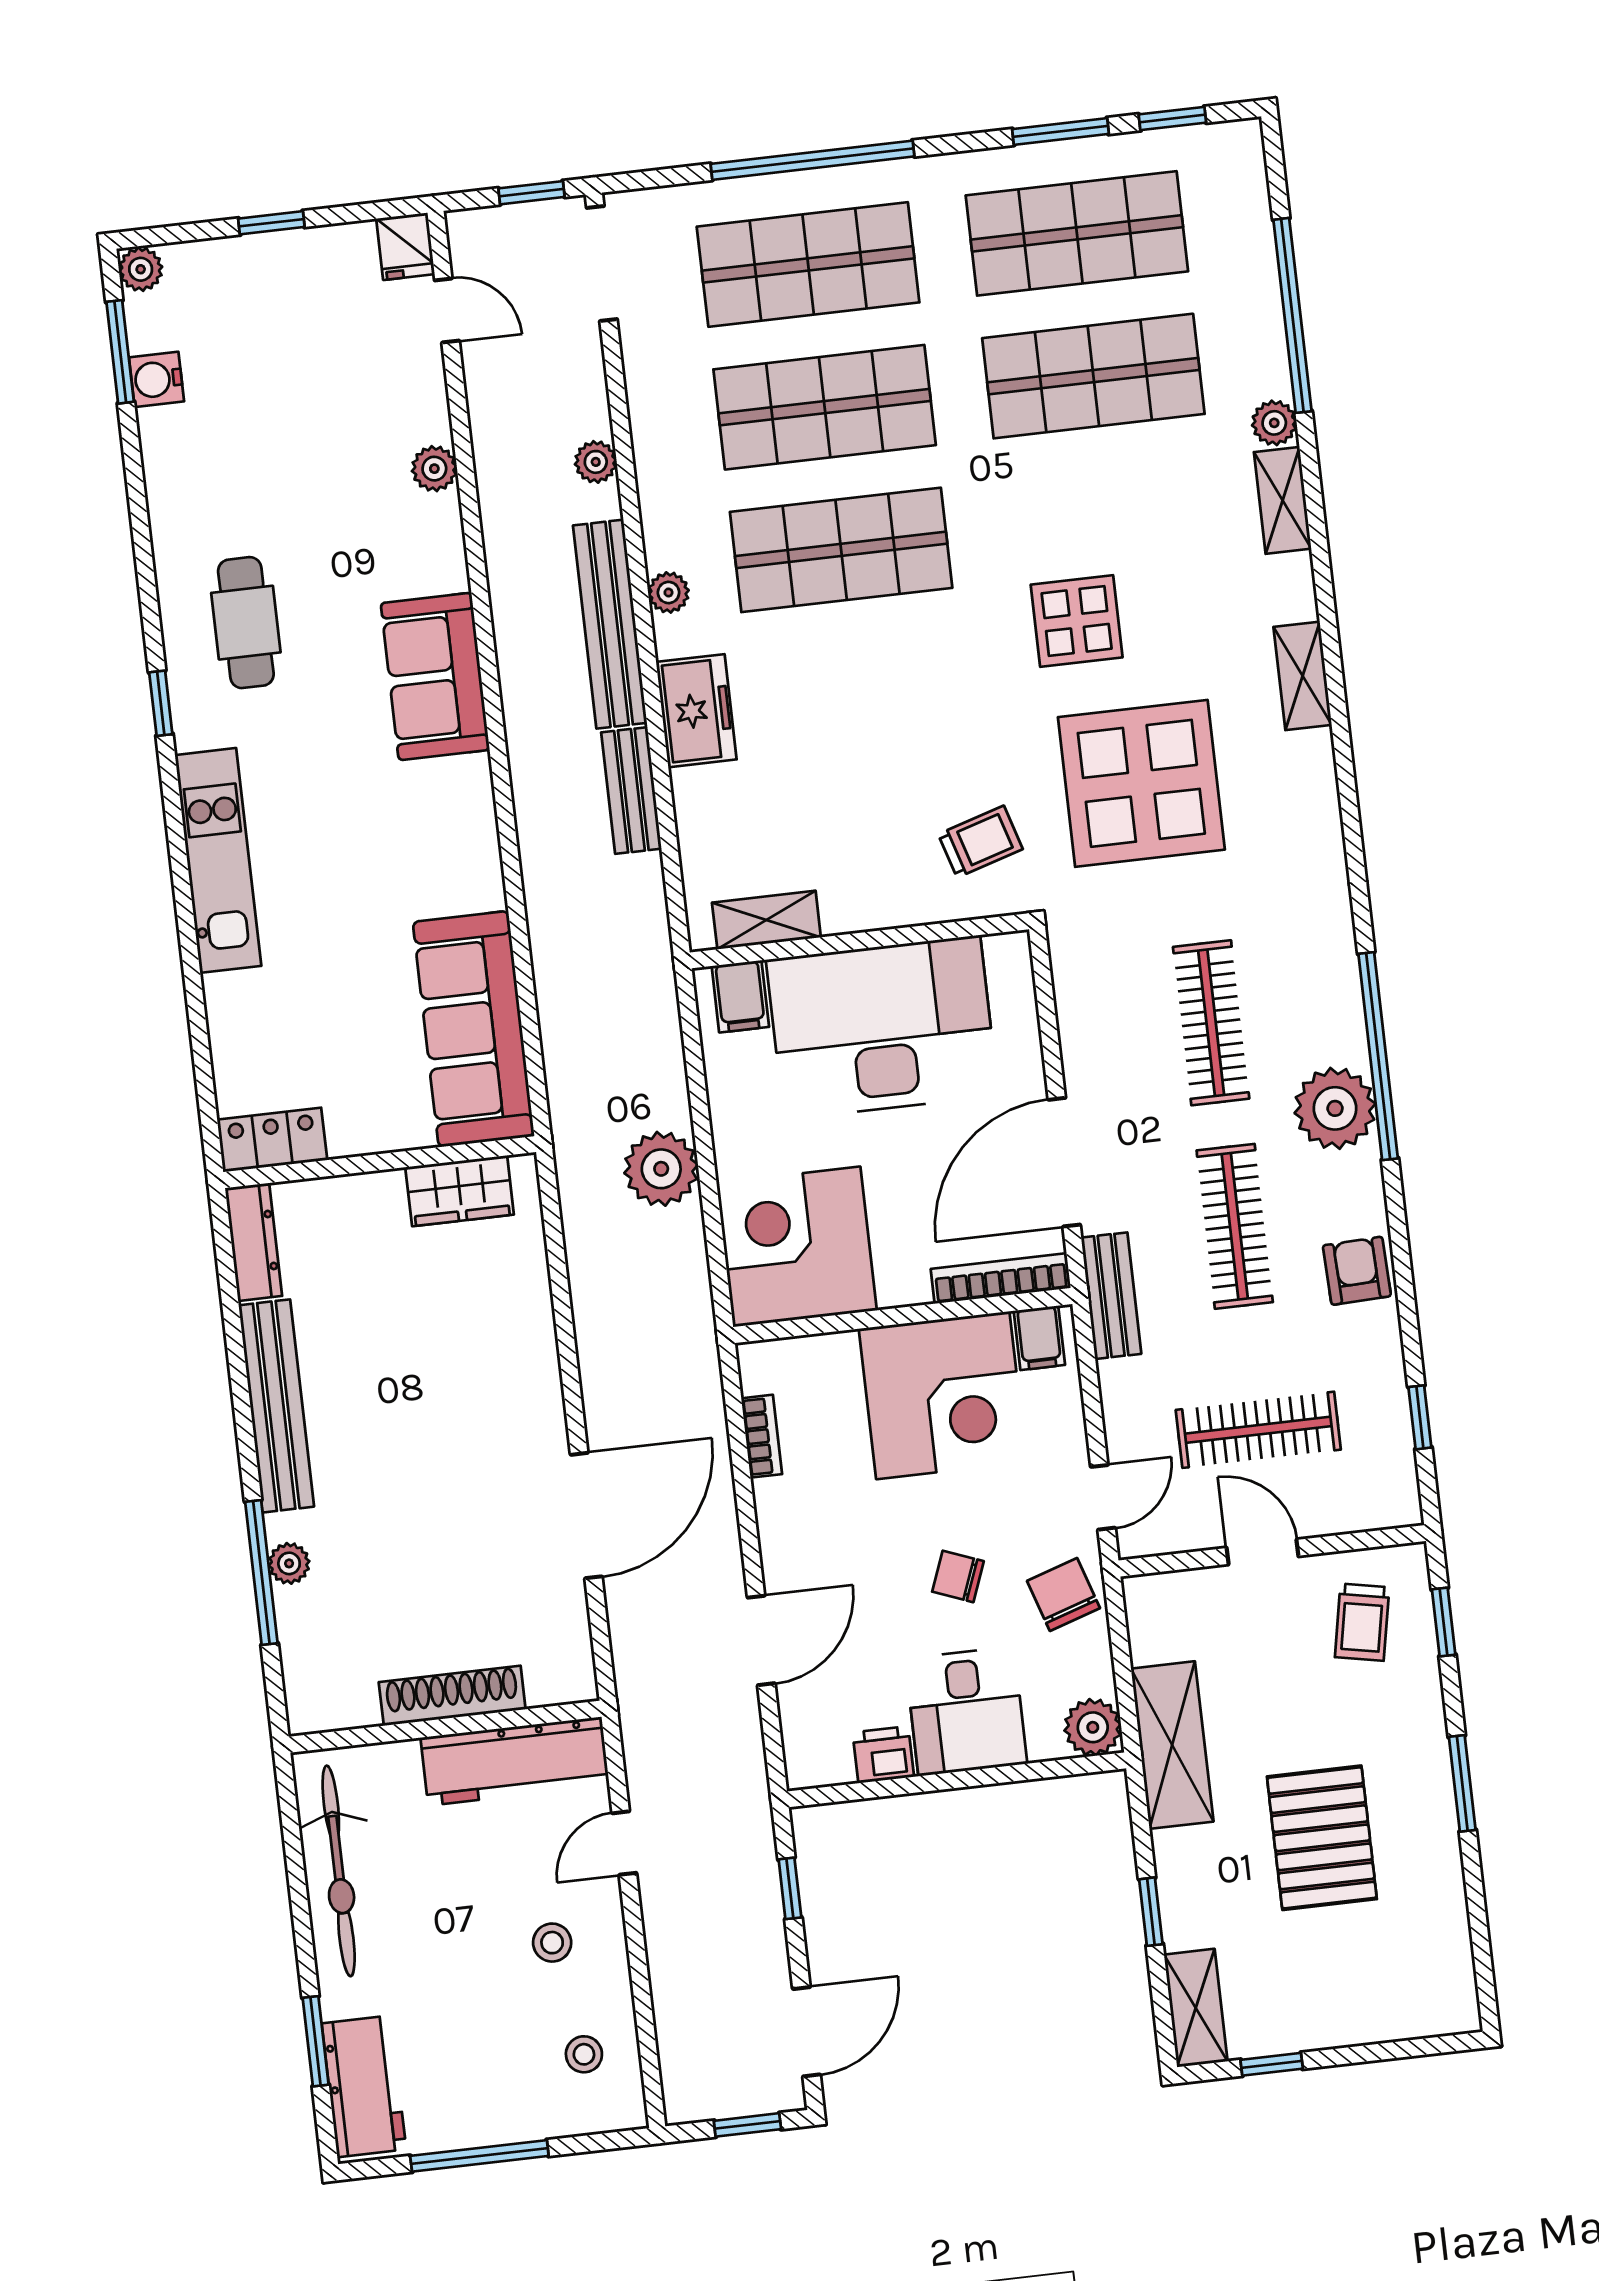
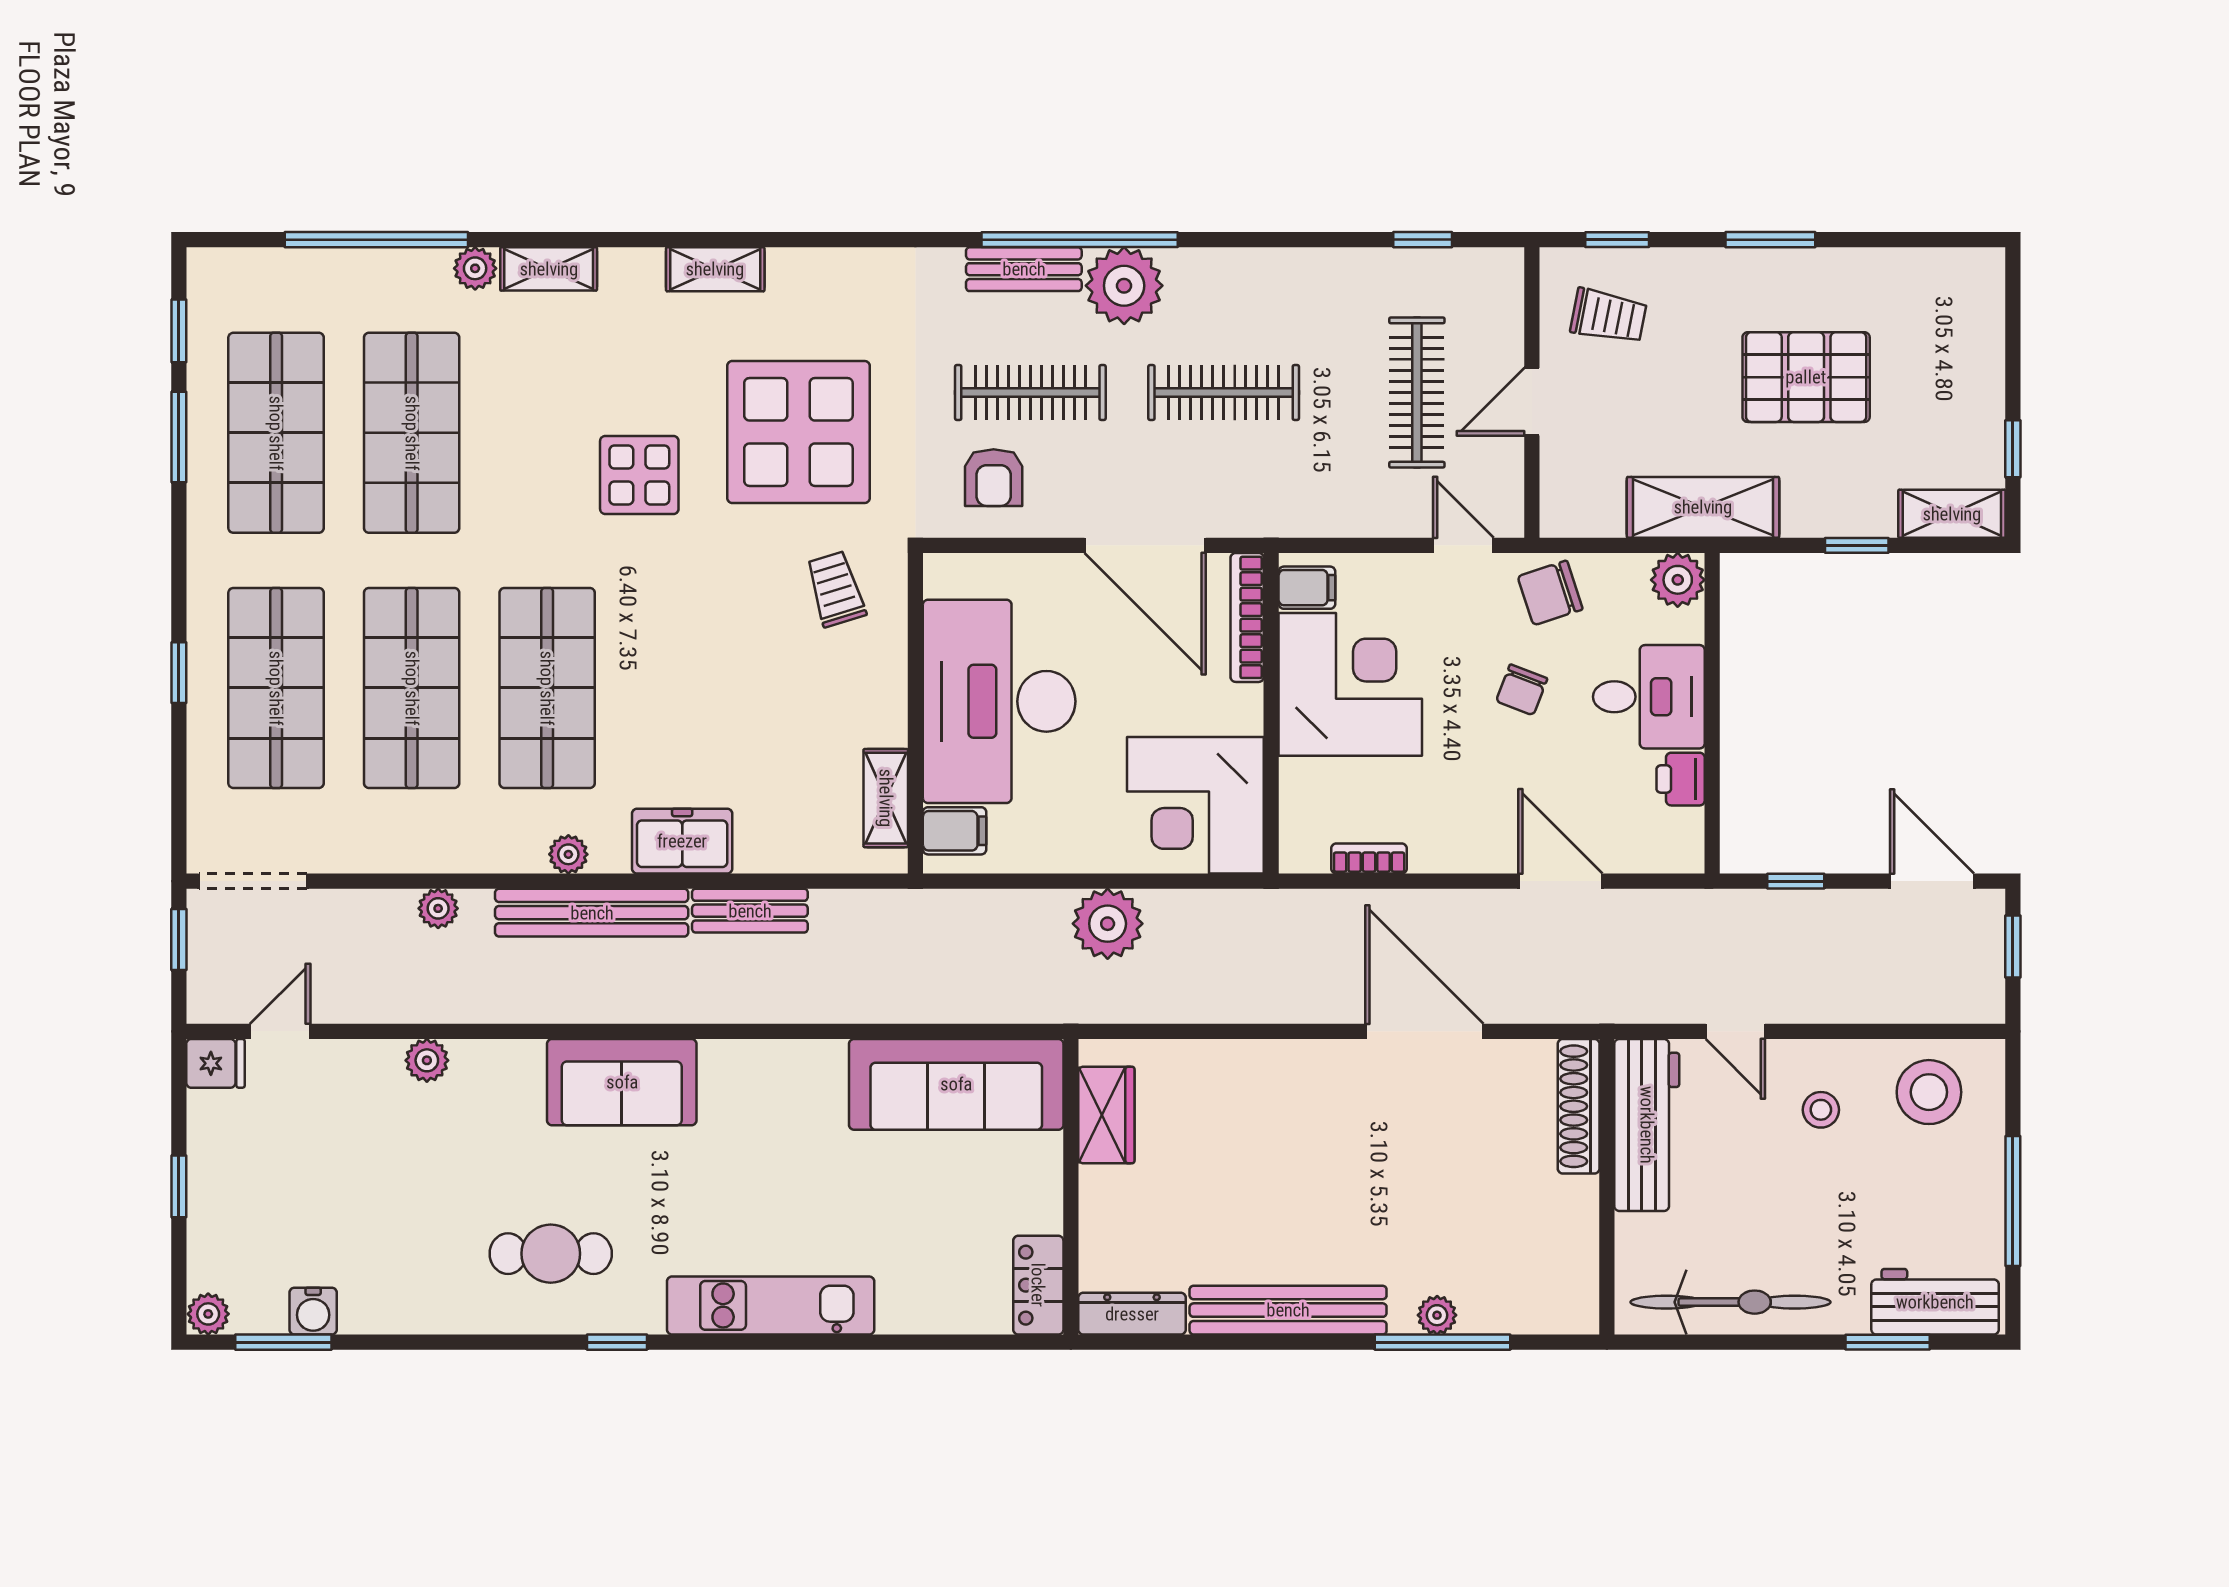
window: (812, 160) -> (179, 673), width x0.32
armchair: (1357, 1271) -> (994, 478), moved, turned -88
bench: (1111, 1296) -> (1024, 269), moved
shoe rack: (452, 1696) -> (1579, 1106), moved
stool: (584, 2054) -> (1929, 1092), width x1.89, depth x1.89

